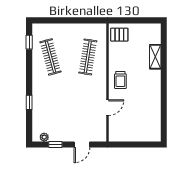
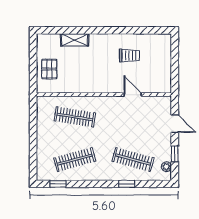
pallet: (119, 35) -> (49, 69), moved
trolley: (120, 80) -> (129, 55), moved
clothes rail: (50, 108) -> (133, 160), added

